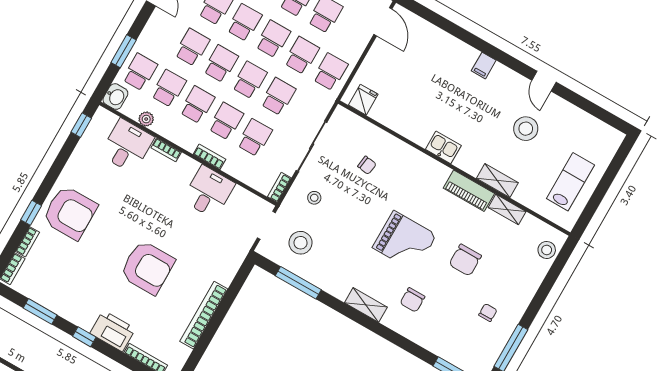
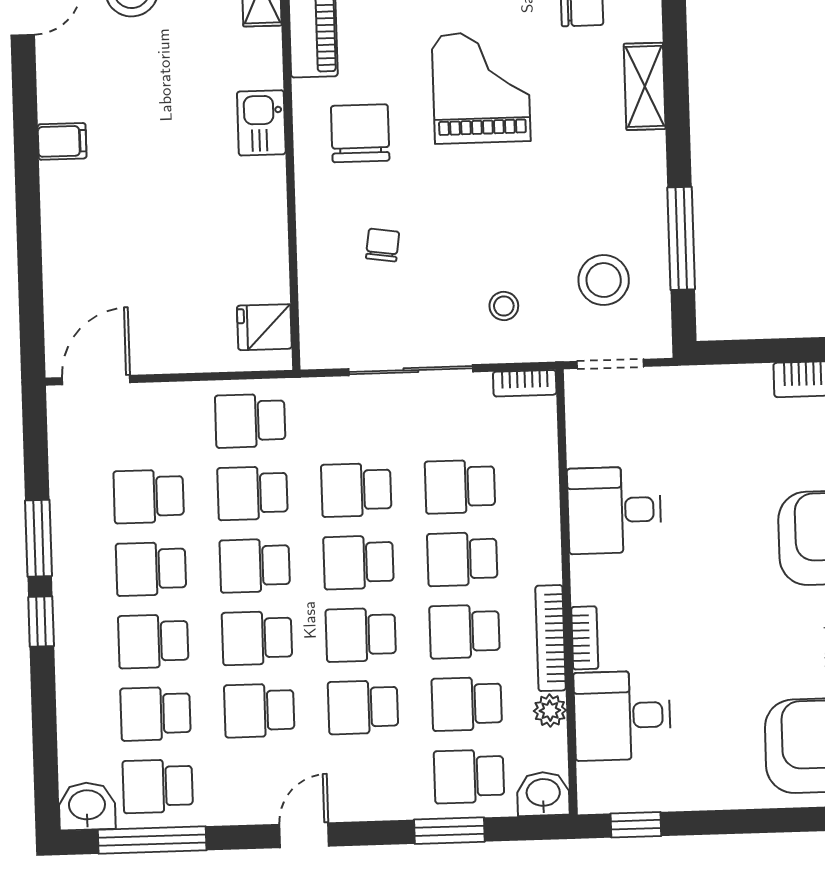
bookcase: (209, 157) -> (551, 638), moved, width x1.56
chair: (416, 183) -> (360, 133), added

